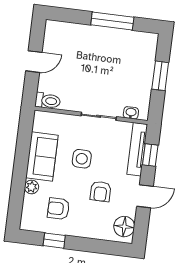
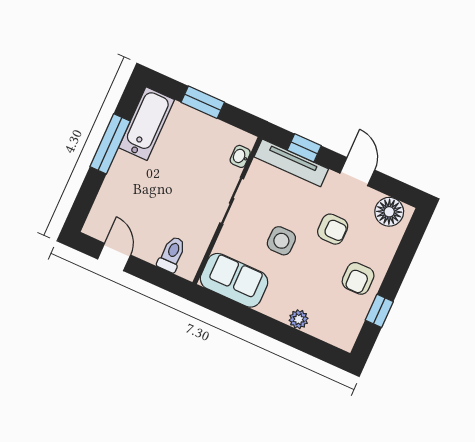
bathtub: (134, 42) -> (146, 124), added
door: (34, 62) -> (114, 257), moved
toilet: (48, 101) -> (172, 254), moved
sofa: (42, 157) -> (234, 280), moved
armchair: (58, 209) -> (358, 278), moved

